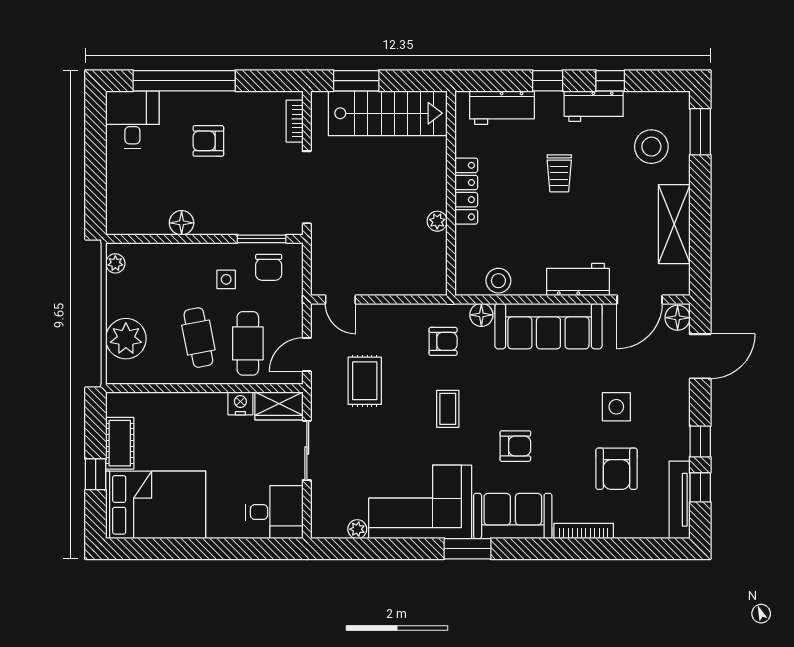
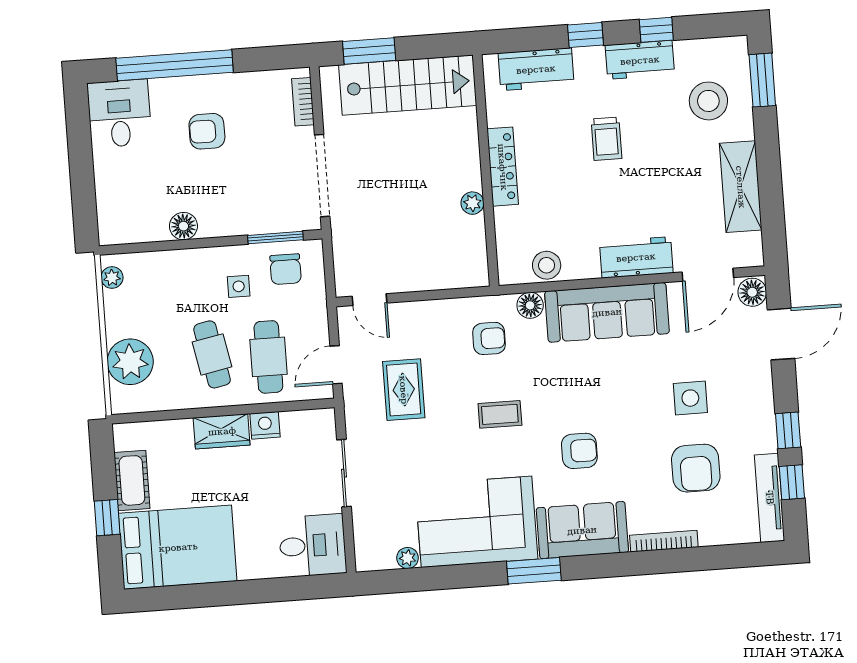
wardrobe: (279, 406) -> (222, 431), moved
coffee table: (448, 409) -> (500, 414), turned 90

